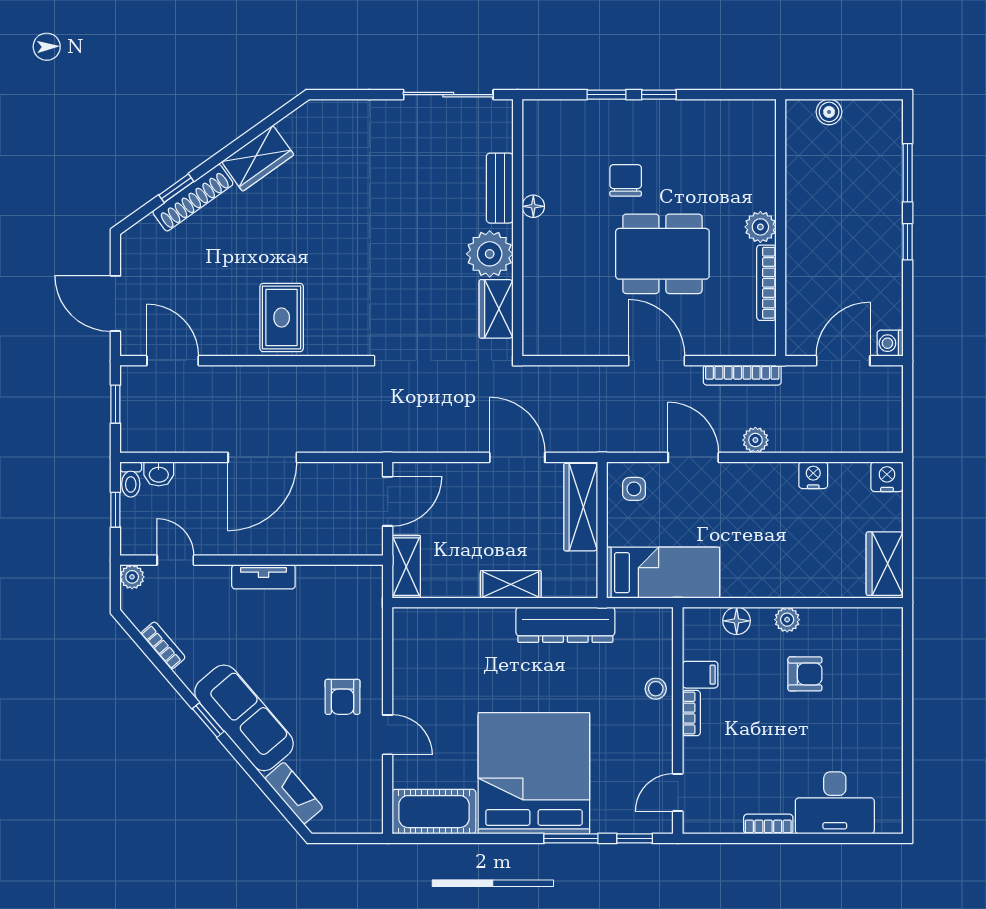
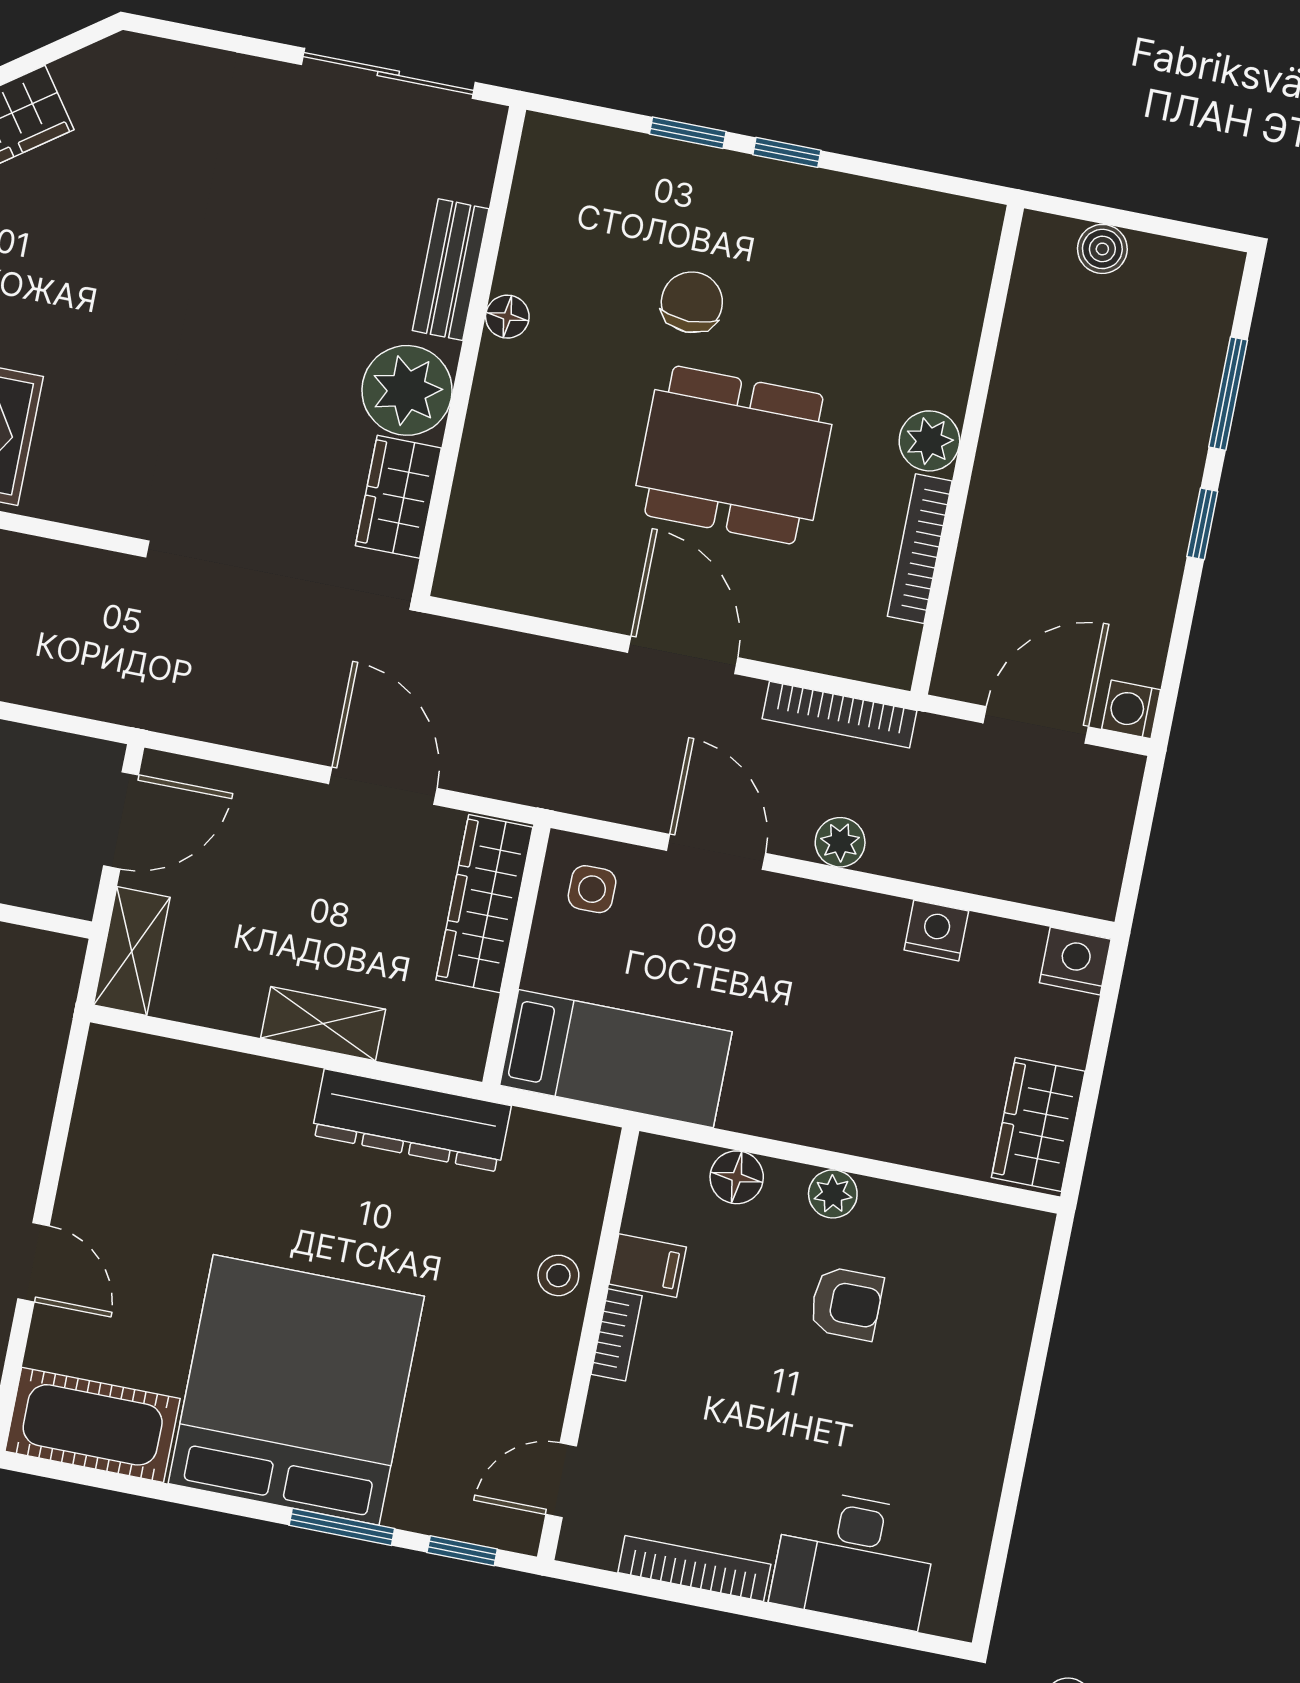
bookcase: (768, 824) -> (694, 1568), width x1.56

